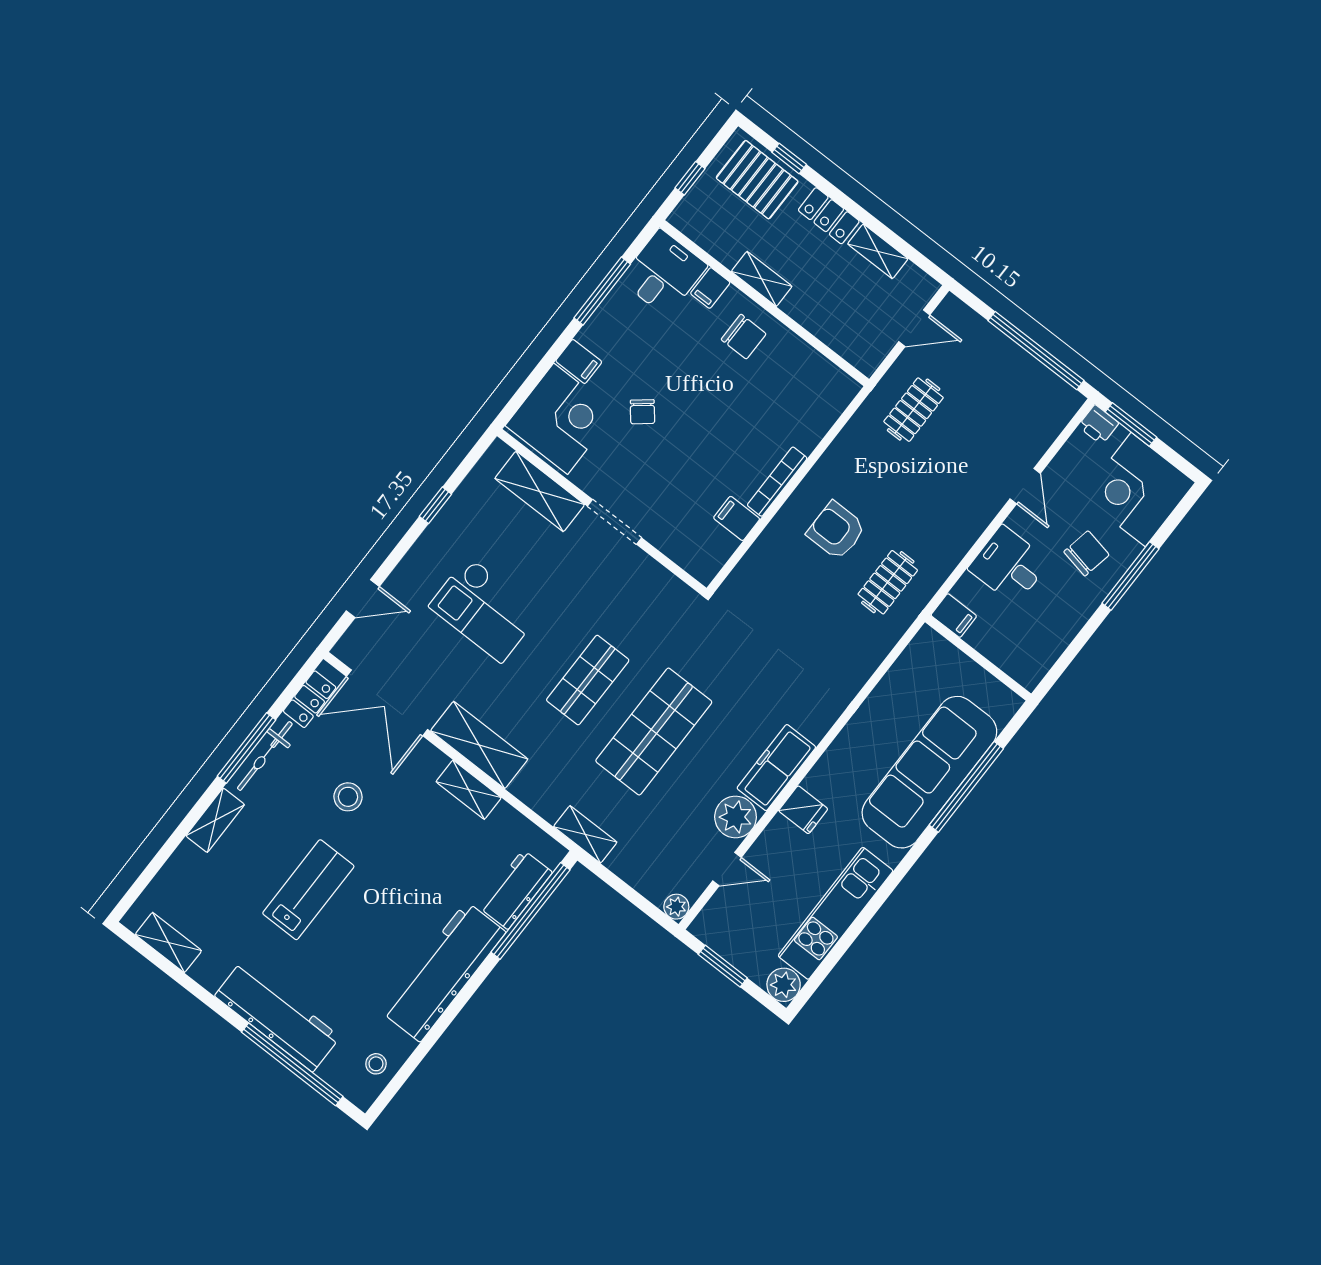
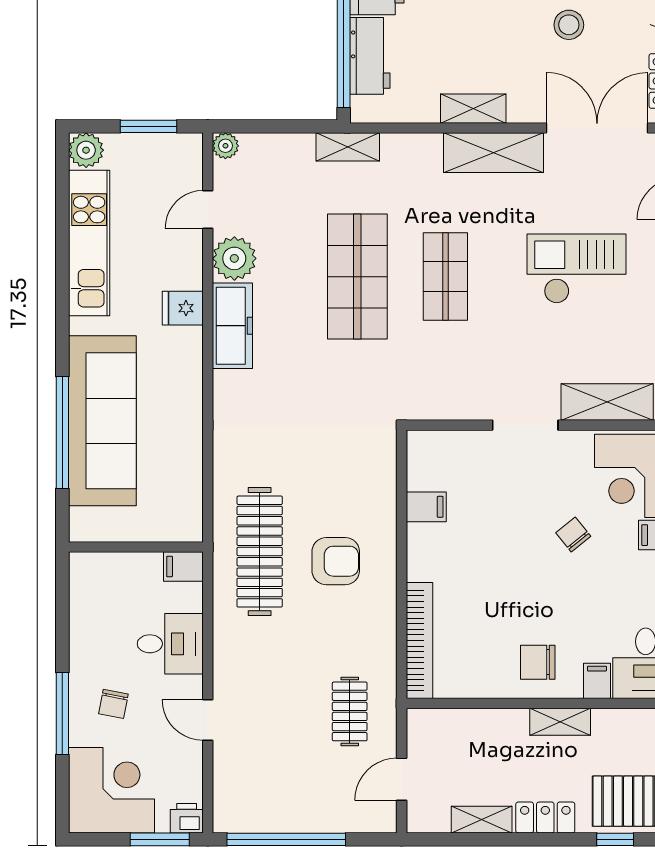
bookcase: (777, 482) -> (420, 641), moved, width x1.48, depth x1.31
chair: (1086, 553) -> (113, 704), width x0.73, depth x0.73
clothes rail: (888, 582) -> (260, 552), width x1.86, depth x1.31

